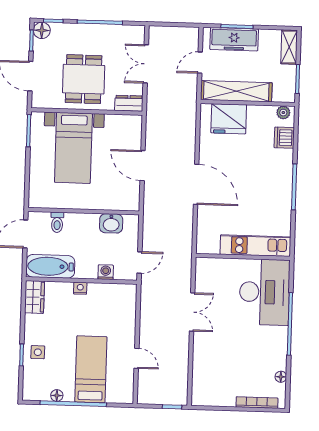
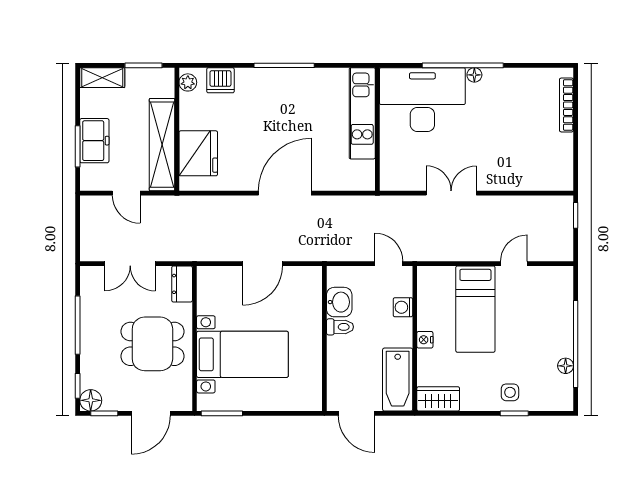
freezer: (234, 39) -> (94, 141), width x0.71
toilet: (57, 222) -> (340, 327), moved
bed: (91, 369) -> (475, 309), moved, turned -90
floor lamp: (281, 377) -> (474, 75), moved

